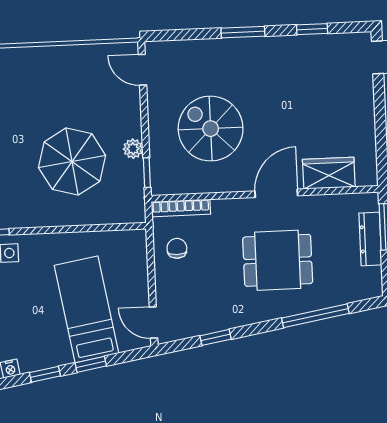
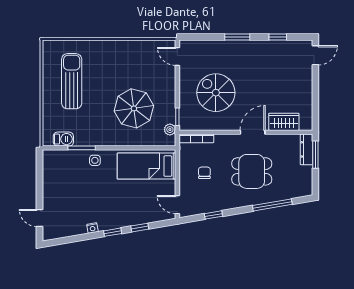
plant: (133, 149) -> (170, 130), moved
dresser: (370, 239) -> (306, 149), moved
chair: (177, 248) -> (204, 173), moved
bed: (87, 309) -> (147, 166), moved, turned -80

